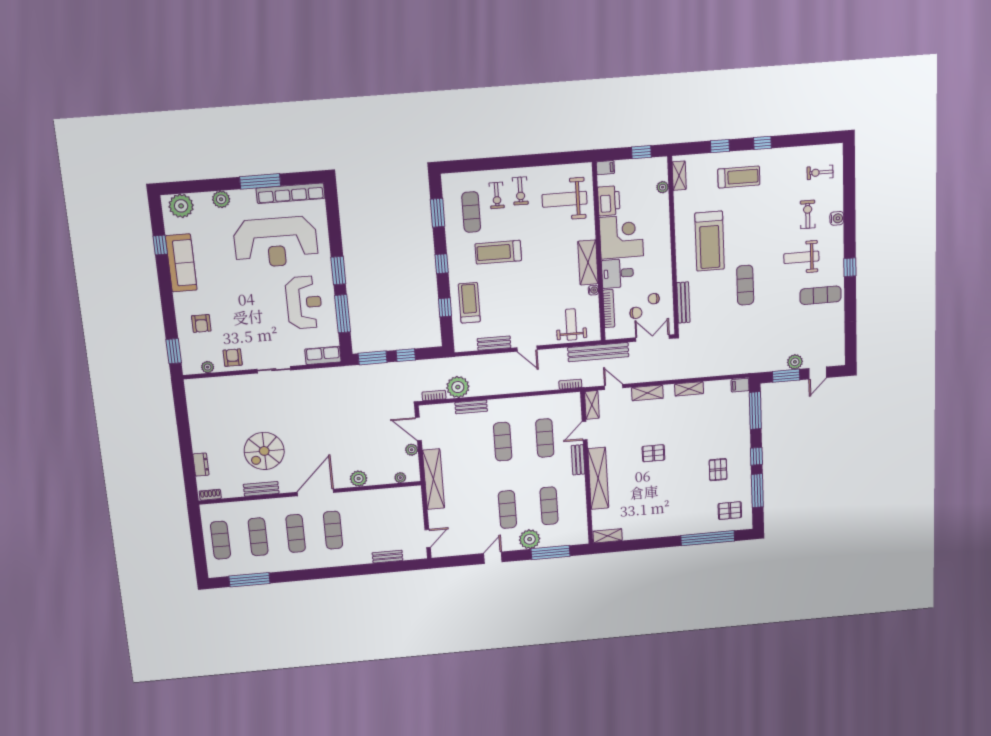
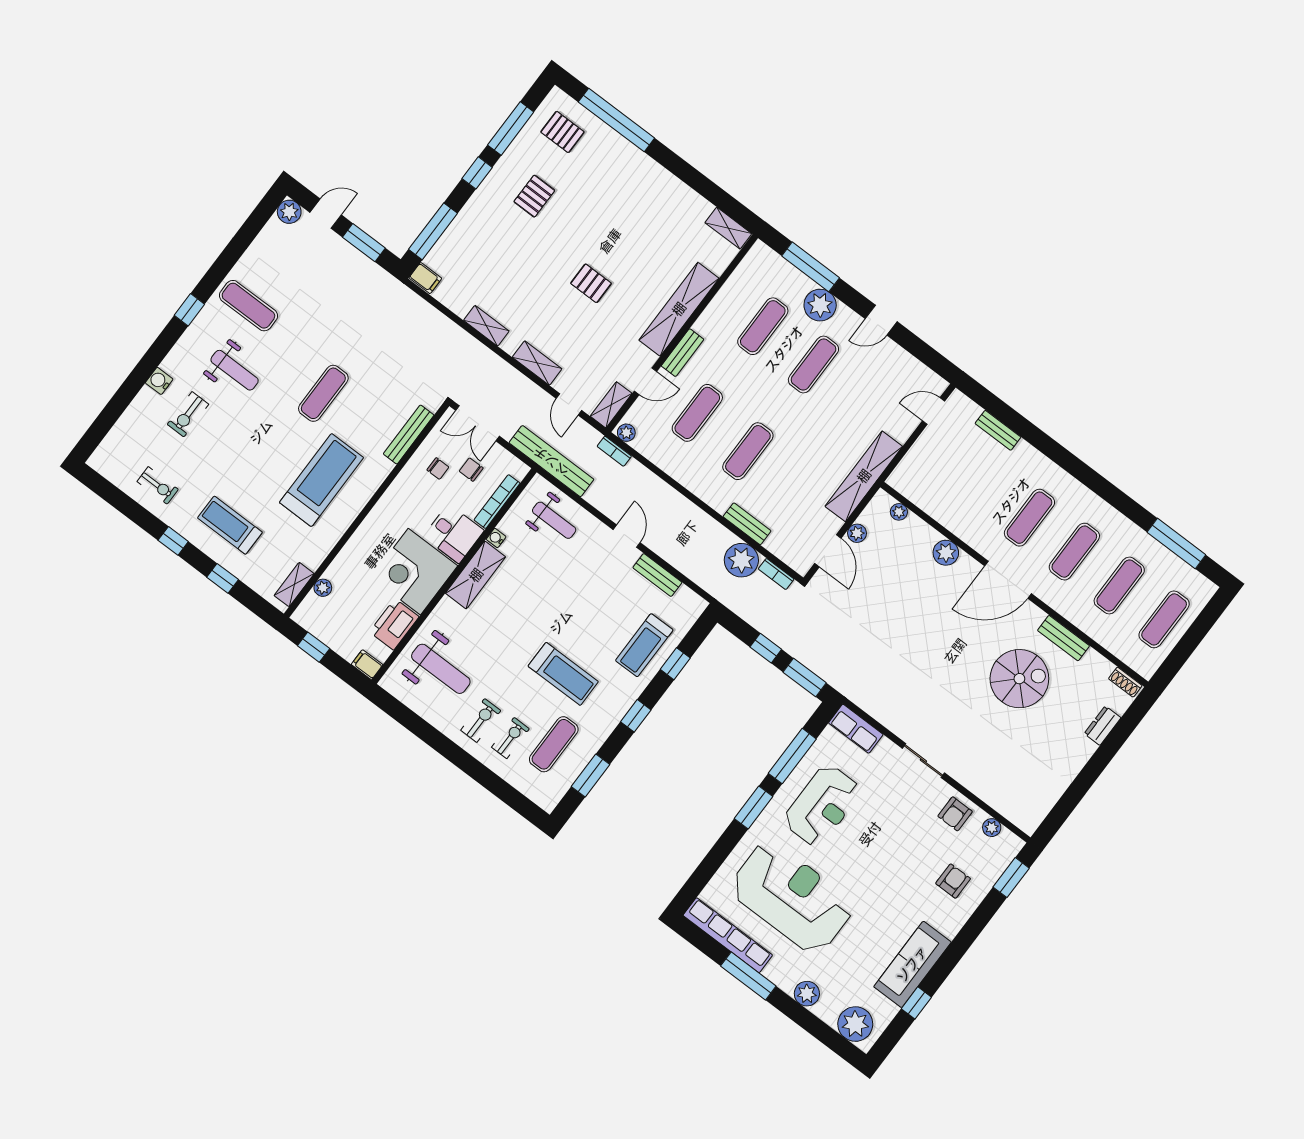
exercise bike: (820, 172) -> (158, 485), moved
reception desk: (304, 302) -> (822, 805), turned 180
weight bench: (571, 324) -> (554, 520), turned -90
plant: (795, 362) -> (289, 212), moved
plant: (572, 398) -> (626, 433), added

